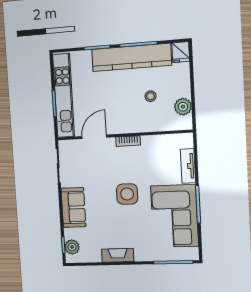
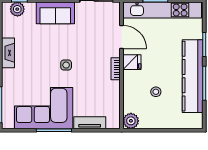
fridge: (181, 52) -> (132, 62), moved, turned 180
plant: (183, 107) -> (131, 121), moved
side table: (127, 194) -> (66, 65), width x0.54, depth x0.54

